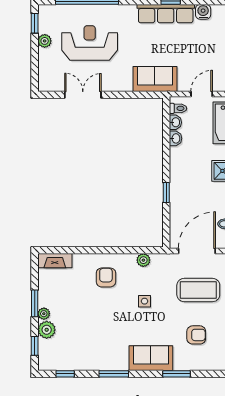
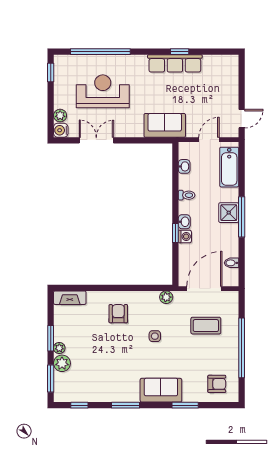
water cooler: (203, 12) -> (61, 130), moved, turned -90
plant: (45, 41) -> (60, 116), moved
toilet: (178, 108) -> (187, 195), moved
washbasin: (176, 138) -> (184, 222), moved
washing machine: (176, 196) -> (185, 236), added
plant: (143, 260) -> (166, 297), moved
coffee table: (198, 290) -> (206, 326), width x0.73, depth x0.76
armchair: (196, 335) -> (217, 384), moved
window: (35, 346) -> (51, 379), width x1.50

